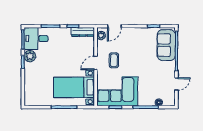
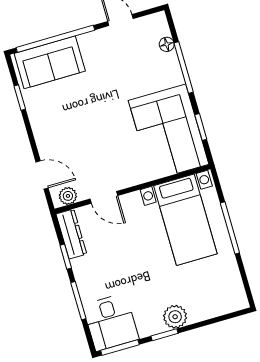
plant: (30, 56) -> (175, 317), moved
coffee table: (114, 60) -> (109, 157), removed
door: (96, 63) -> (104, 197), moved

